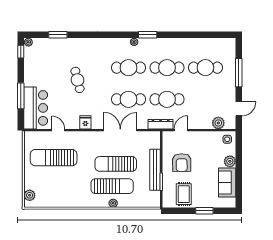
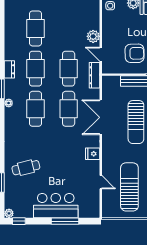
dresser: (166, 43) -> (9, 69), added
cafe table: (78, 80) -> (26, 168), moved
bar counter: (36, 108) -> (56, 206), moved
plant: (218, 123) -> (93, 36), moved
door: (58, 130) -> (101, 182), swing flipped
sun lounger: (54, 158) -> (129, 187), turned 180

